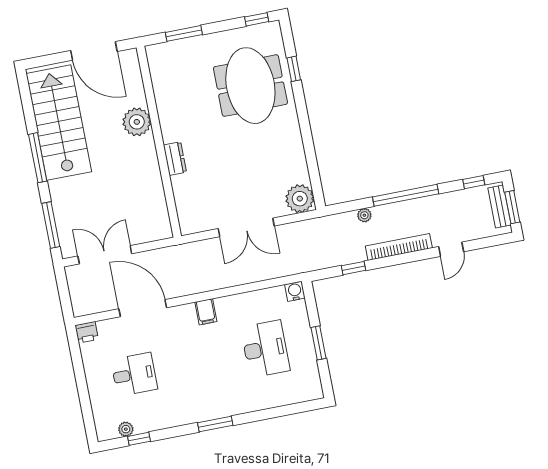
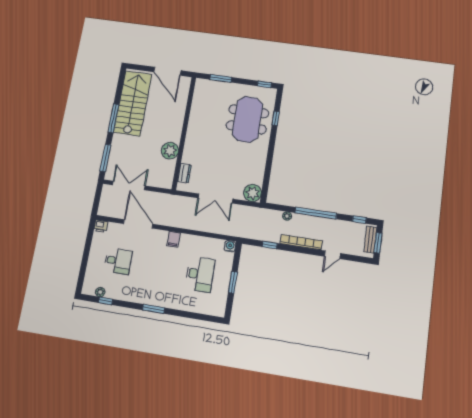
plant: (137, 122) -> (170, 151), moved
dresser: (175, 158) -> (184, 173), moved

